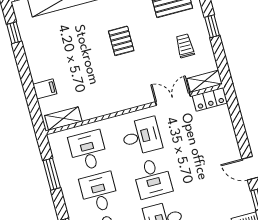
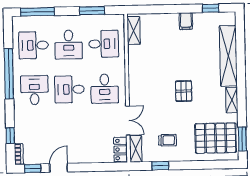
window: (212, 26) -> (160, 166), moved
pallet: (121, 41) -> (184, 91), turned 90
filing cabinet: (45, 89) -> (186, 21), moved
desk: (99, 192) -> (69, 45), turned 90

